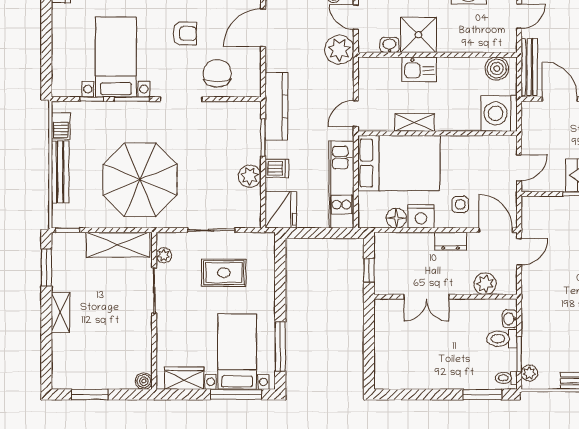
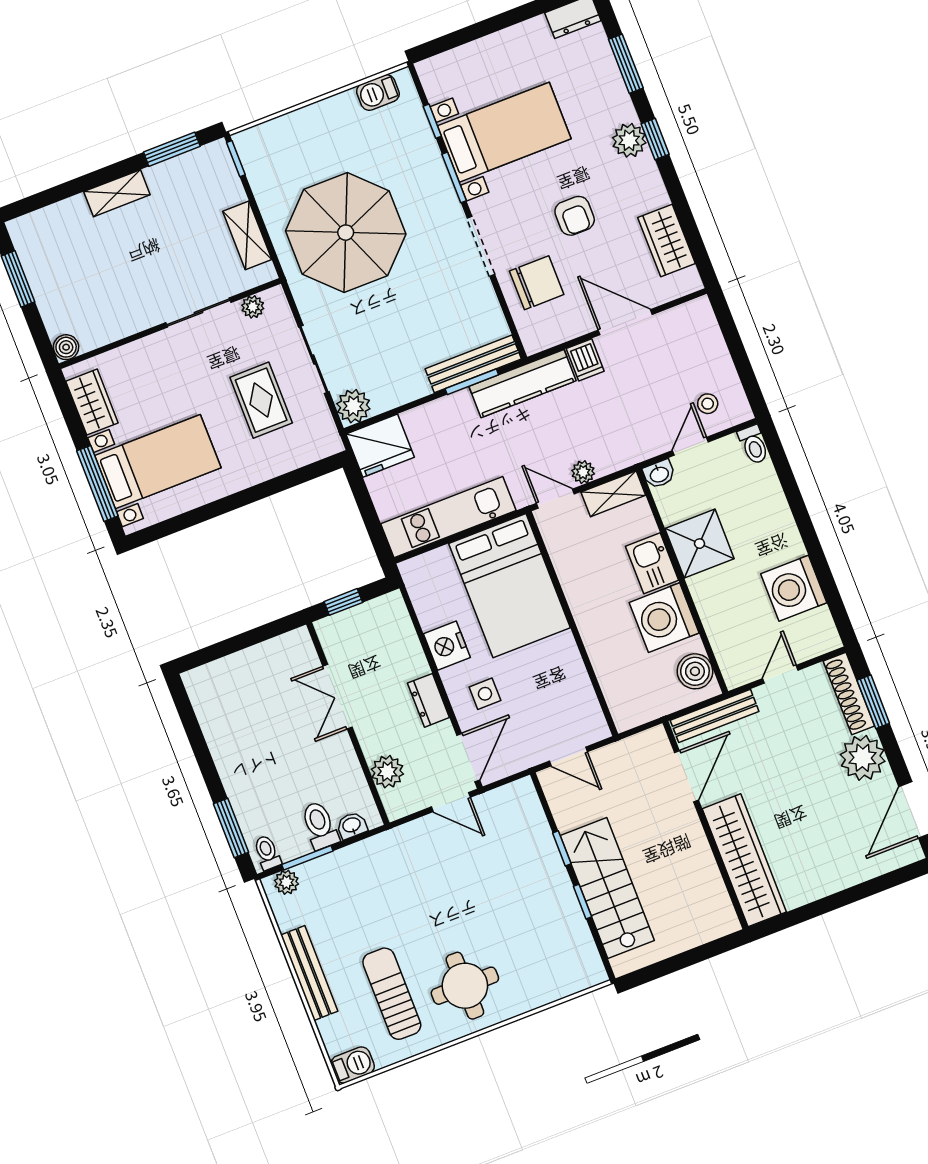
door: (519, 16) -> (780, 674), swing flipped
washbasin: (390, 45) -> (659, 474), moved, turned 90
plant: (339, 50) -> (583, 472), moved, width x0.53, depth x0.53
washing machine: (499, 113) -> (664, 618), moved, turned -90
shelving: (415, 122) -> (613, 494), moved, turned 90
dishwasher: (277, 168) -> (585, 360), moved
bench: (60, 172) -> (473, 364), moved
plant: (250, 176) -> (353, 406), moved
floor lamp: (396, 218) -> (431, 612), removed
shelving: (118, 245) -> (247, 235), width x0.67, depth x0.75
window: (280, 346) -> (189, 519), removed

